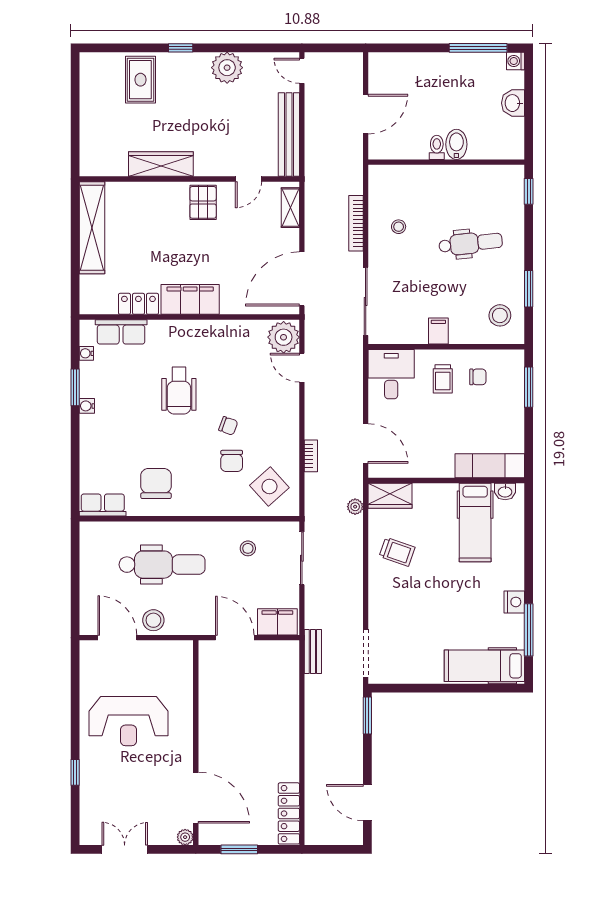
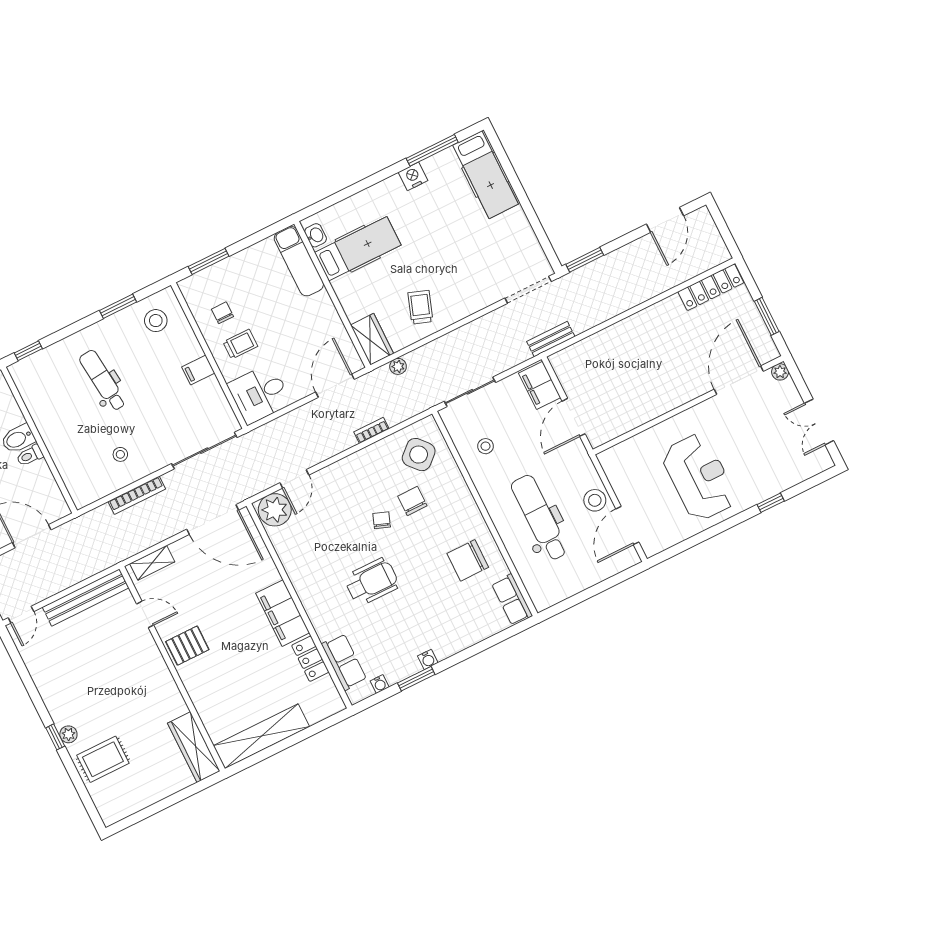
plant: (227, 68) -> (68, 734), moved, width x0.53, depth x0.53
wardrobe: (161, 164) -> (194, 747), moved
chair: (232, 461) -> (412, 501), turned -90

